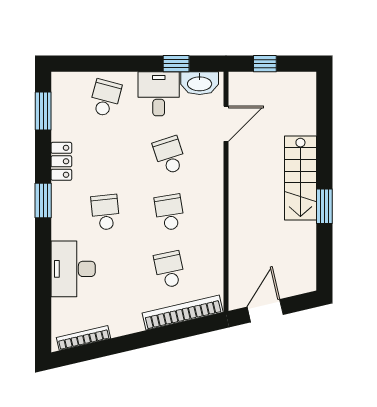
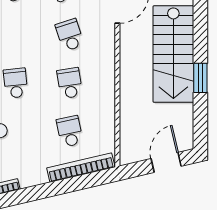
stairs: (300, 178) -> (173, 54), width x1.36, depth x1.51
door: (265, 311) -> (166, 162), moved

